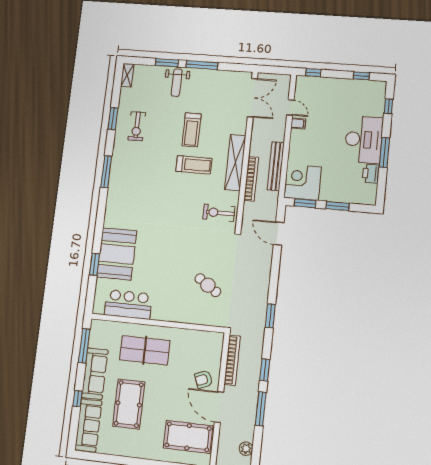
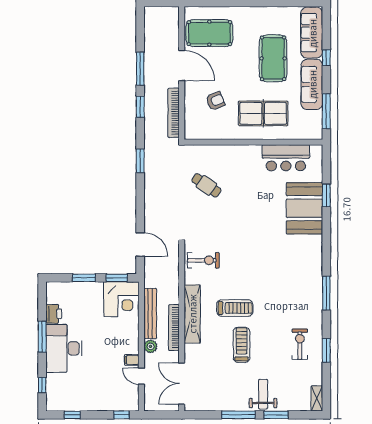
treadmill: (194, 165) -> (235, 308), turned 180
bookcase: (251, 179) -> (174, 328), moved
armchair: (204, 379) -> (215, 101), moved
plant: (246, 449) -> (151, 346), moved

